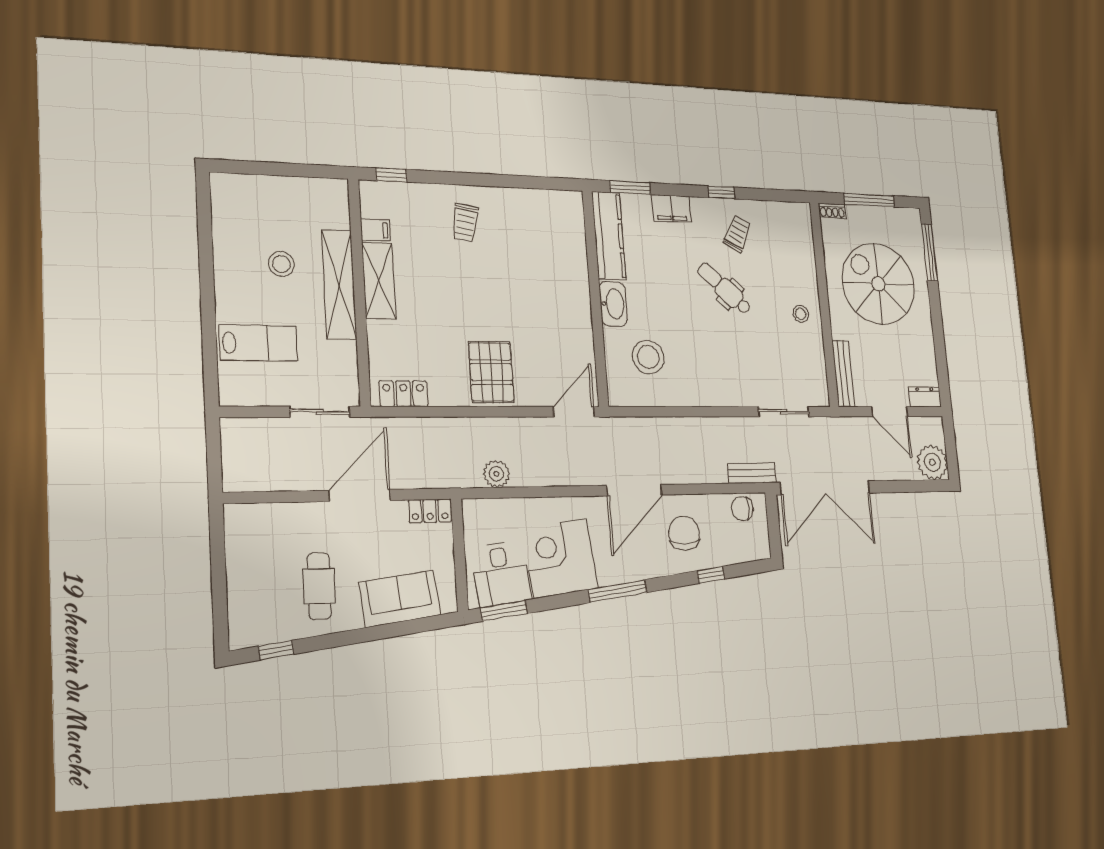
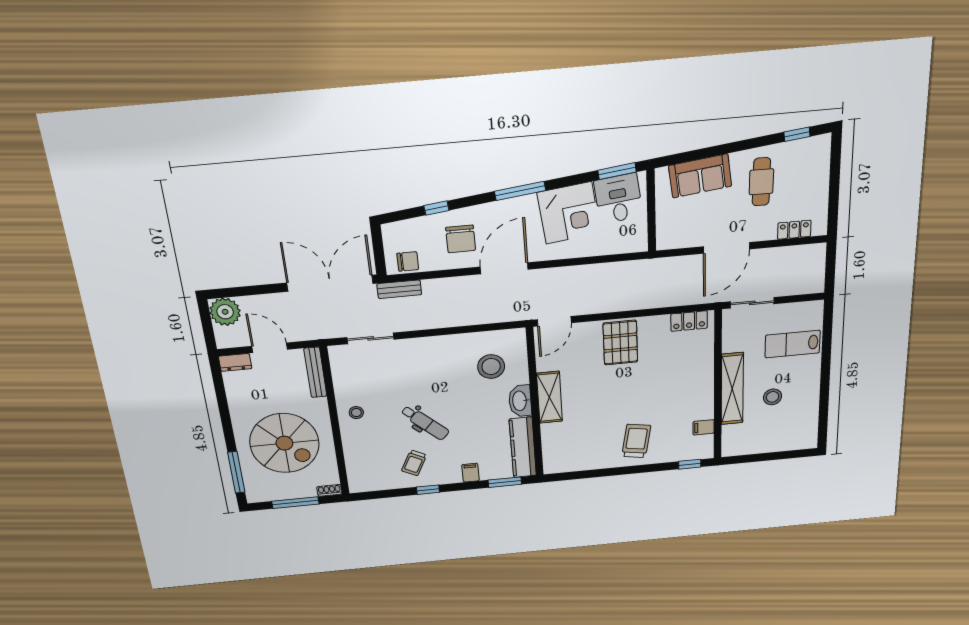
filing cabinet: (671, 209) -> (470, 473), width x0.50
trolley: (465, 223) -> (636, 441), width x1.36, depth x1.39
shelving: (379, 281) -> (549, 397), moved
plant: (496, 474) -> (619, 271), removed
locker: (430, 511) -> (794, 230), moved

